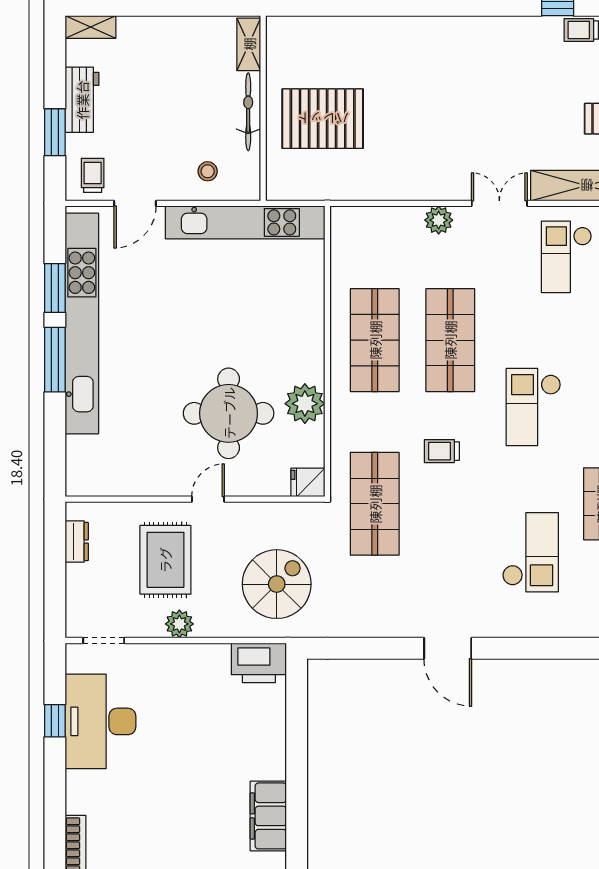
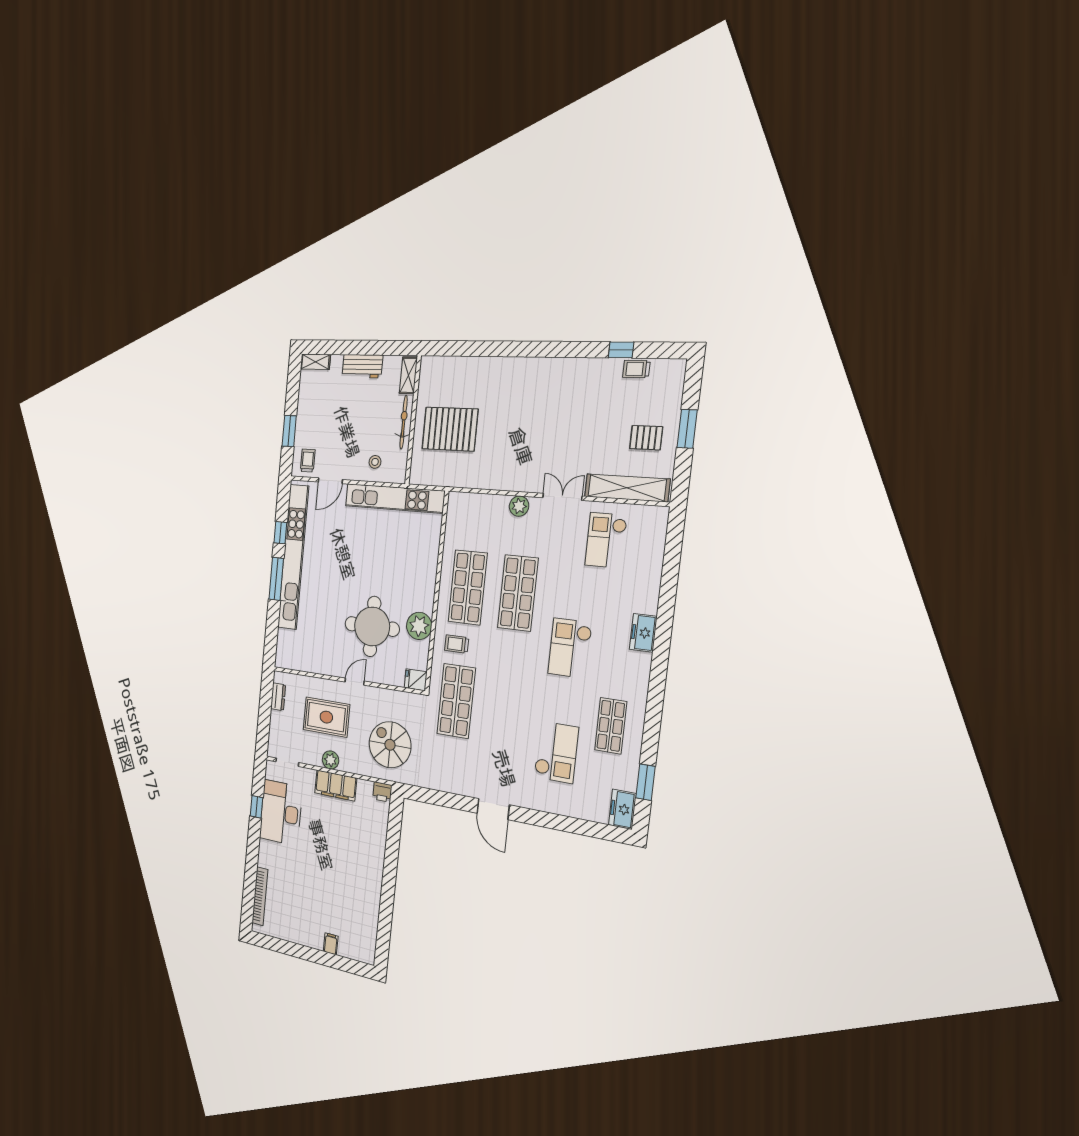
workbench: (82, 100) -> (362, 366), moved, turned 90
window: (55, 288) -> (280, 533), width x0.67
trolley: (442, 451) -> (457, 644), moved
rug: (165, 560) -> (326, 717), turned 90
spiral stairs: (277, 584) -> (390, 745), turned -90
printer: (259, 663) -> (382, 792), width x0.53, depth x0.68
filing cabinet: (268, 816) -> (336, 785), moved, turned -90

